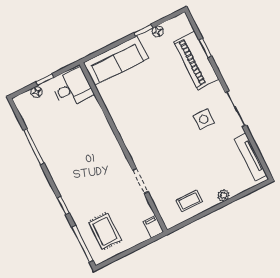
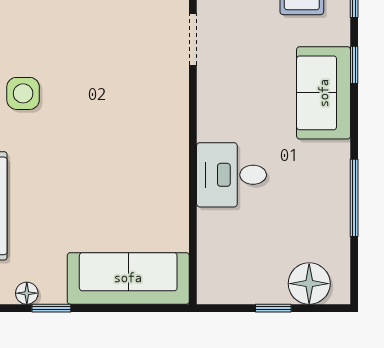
desk: (72, 88) -> (232, 175), moved
floor lamp: (37, 92) -> (309, 284), width x1.89, depth x1.89
sofa: (70, 186) -> (324, 93), added

